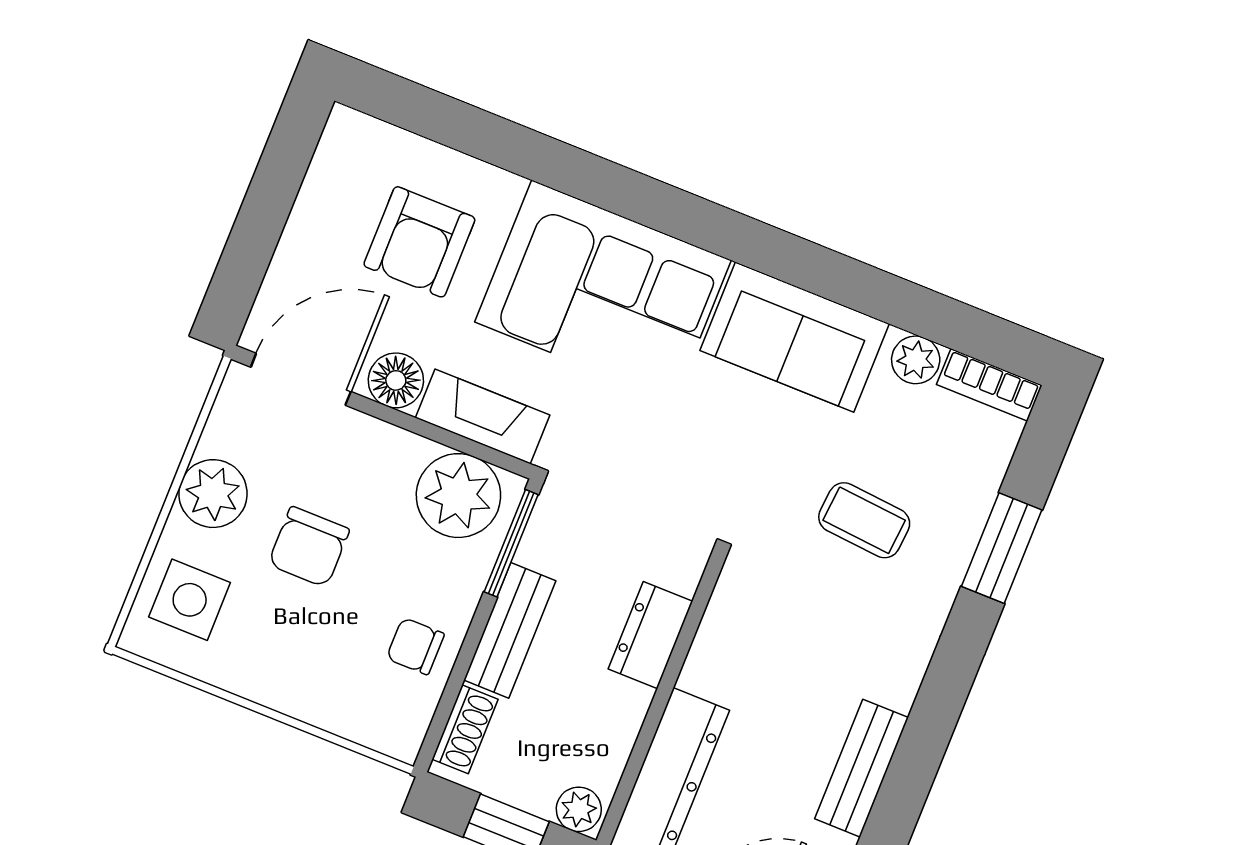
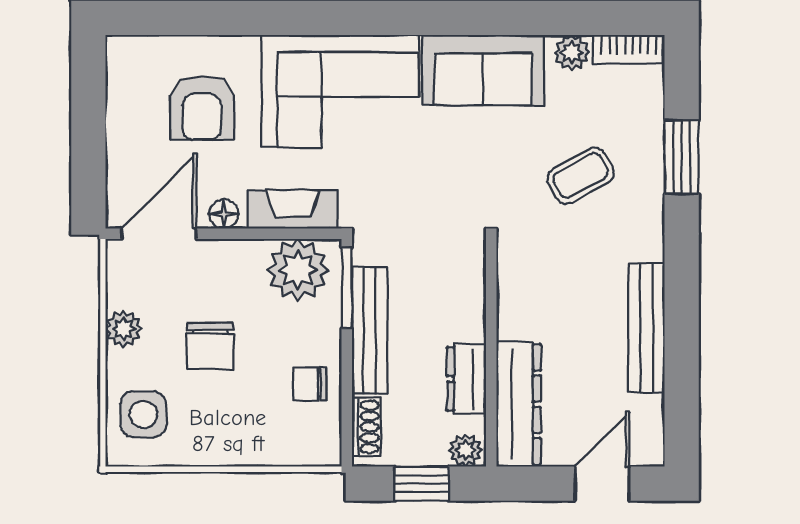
floor lamp: (396, 380) -> (224, 214), width x0.73, depth x0.73
plant: (213, 494) -> (124, 329), width x0.73, depth x0.73
coffee table: (864, 520) -> (581, 176), turned -34
bench: (510, 630) -> (370, 331), width x1.36
dresser: (651, 635) -> (467, 379), moved
bench: (862, 768) -> (647, 328), width x1.36

